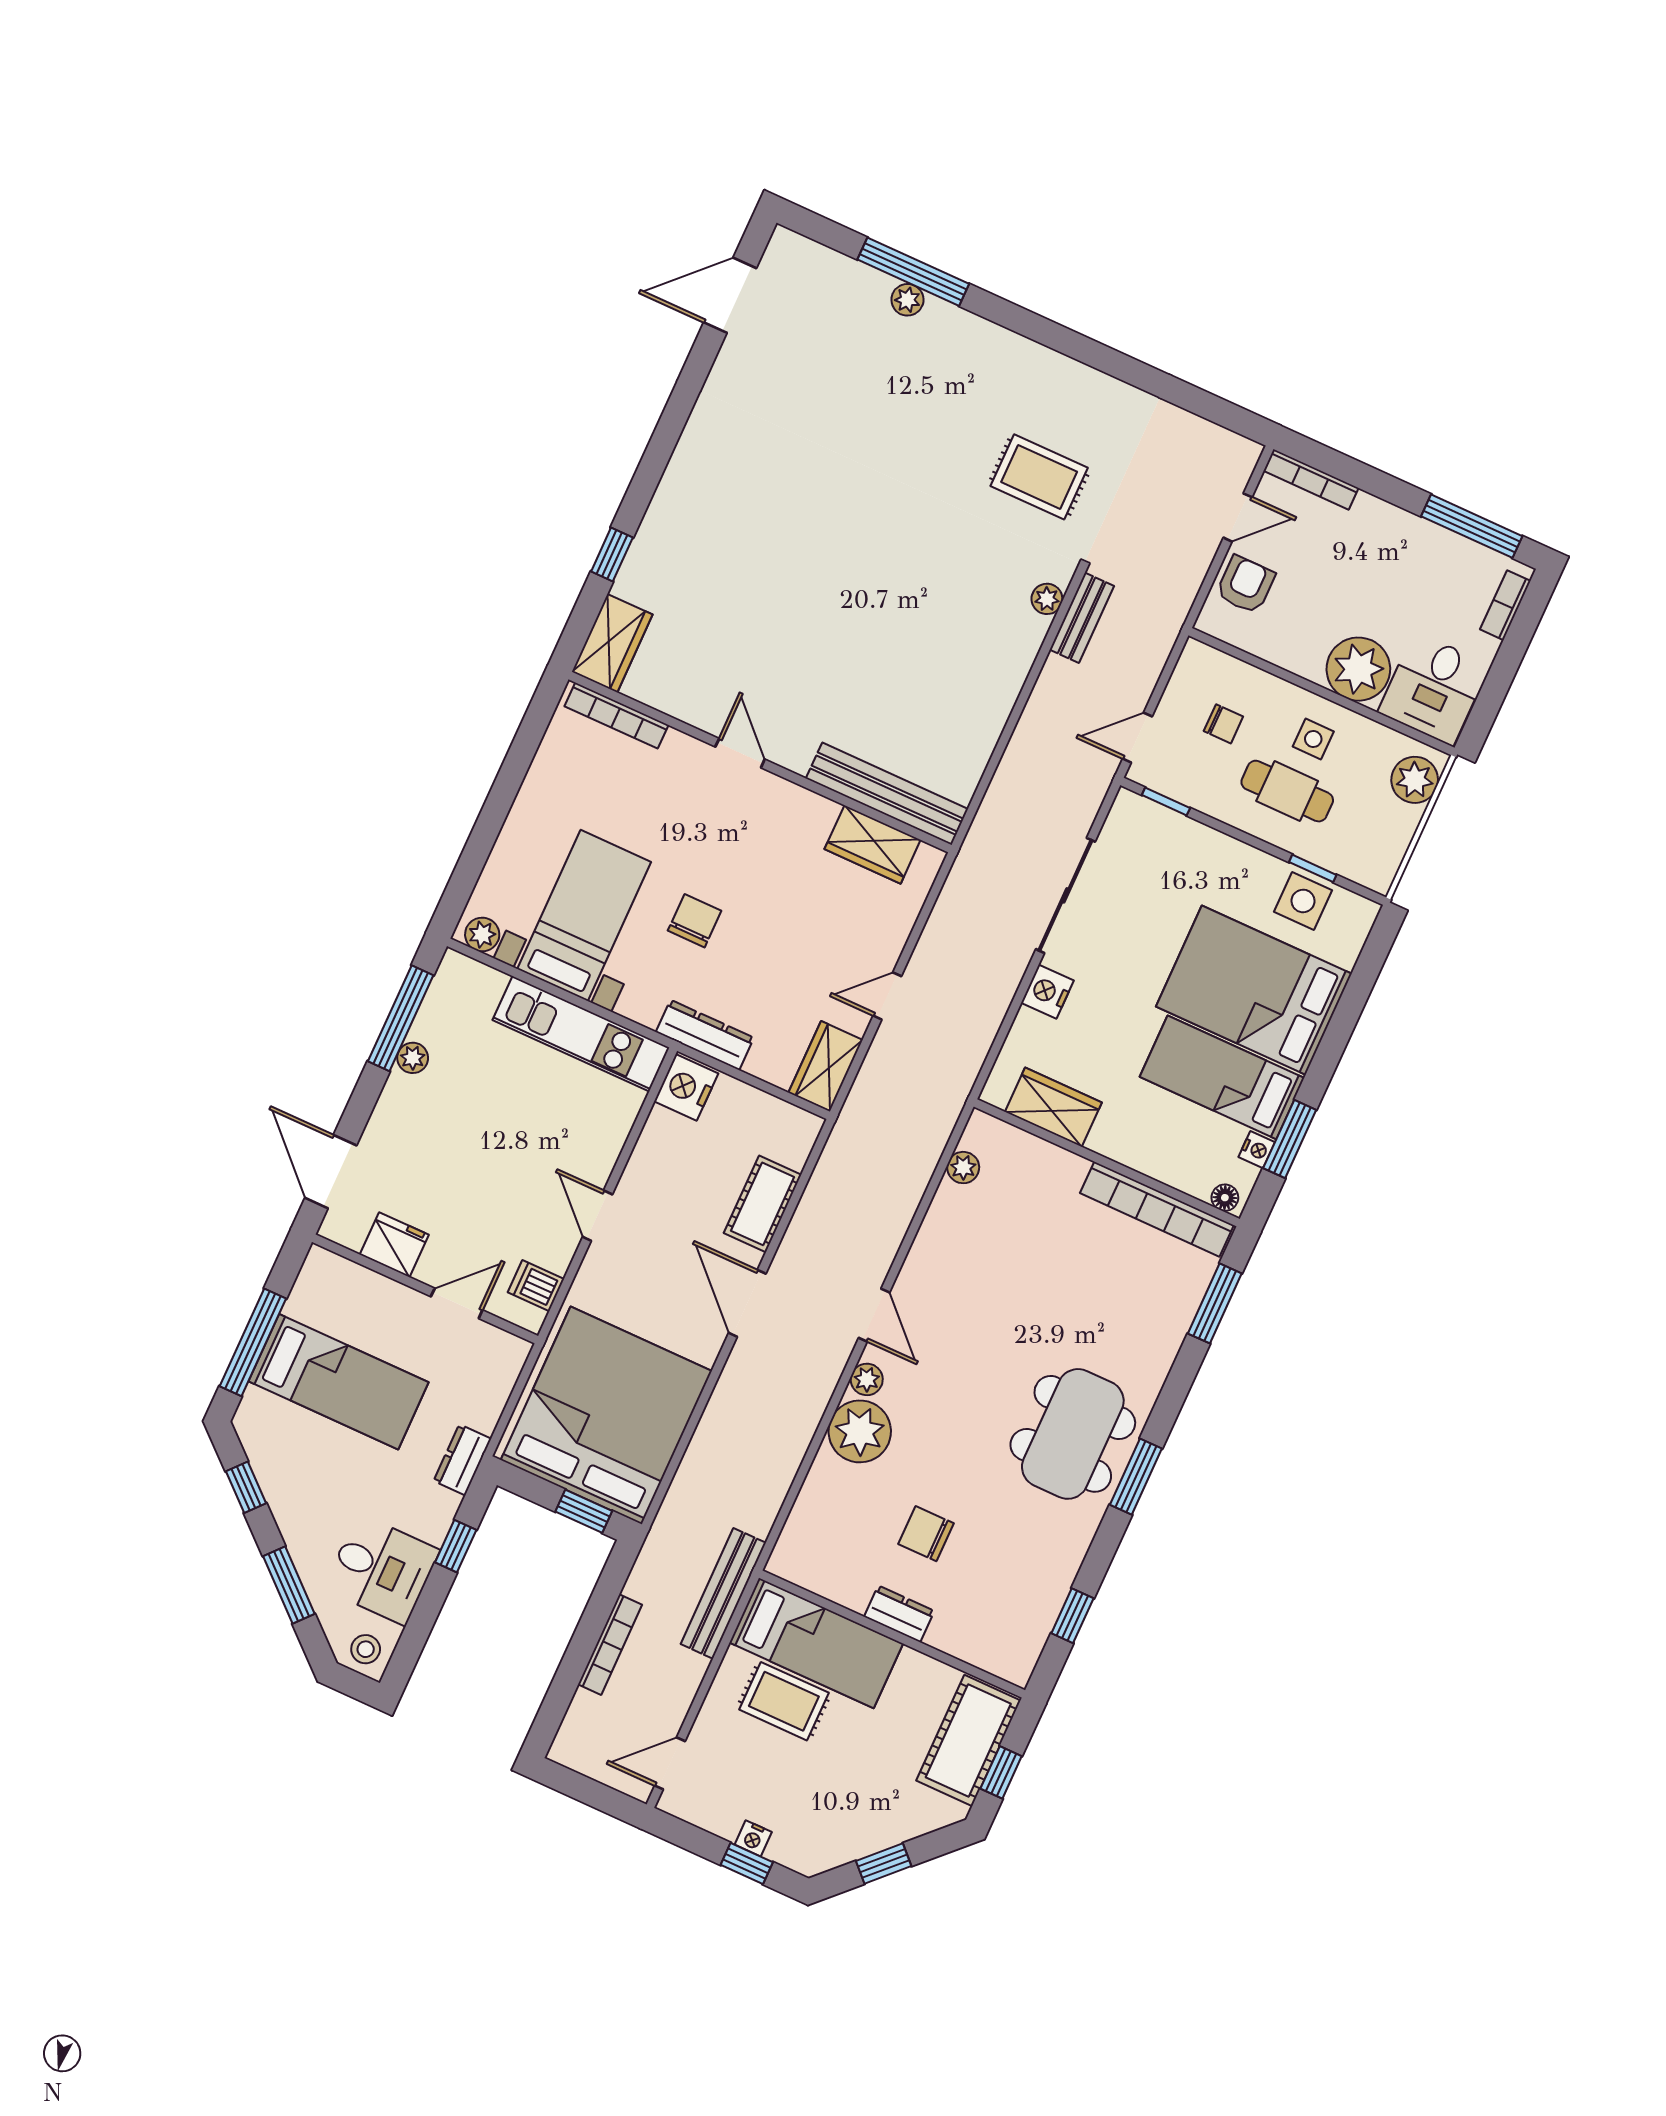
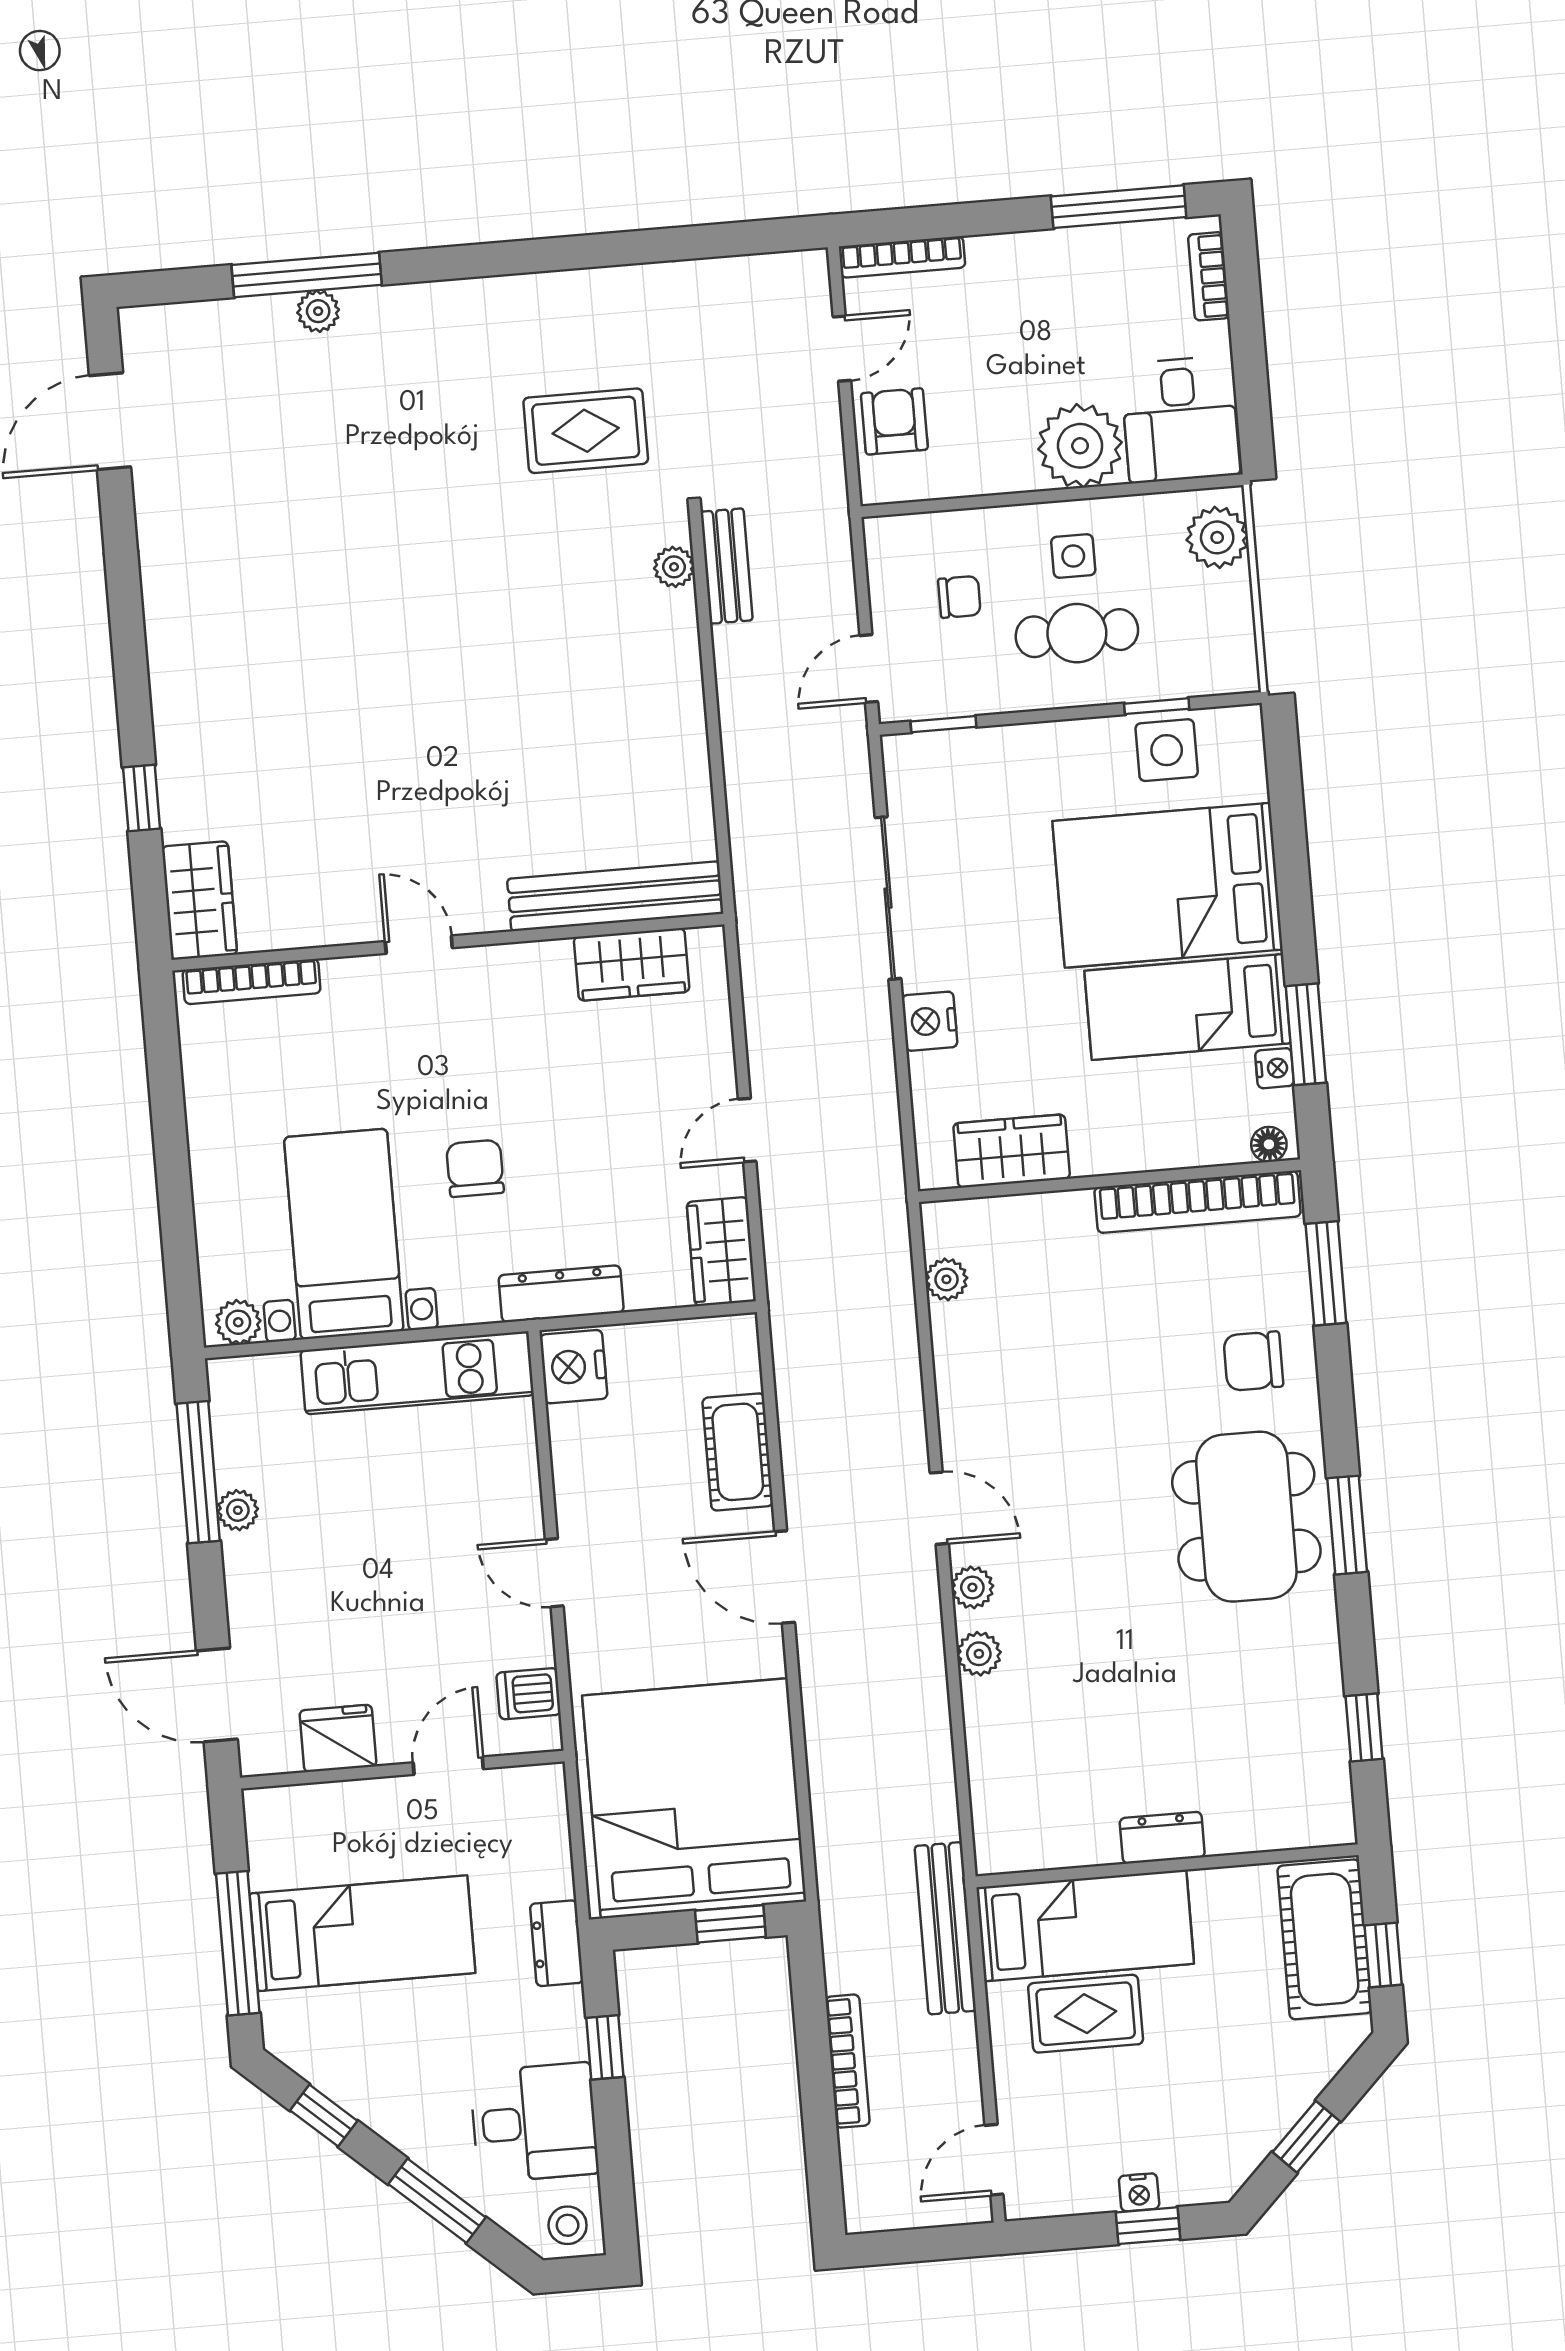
plant: (860, 1431) -> (979, 1654), width x0.53, depth x0.53
chair: (926, 1534) -> (1253, 1361), moved

